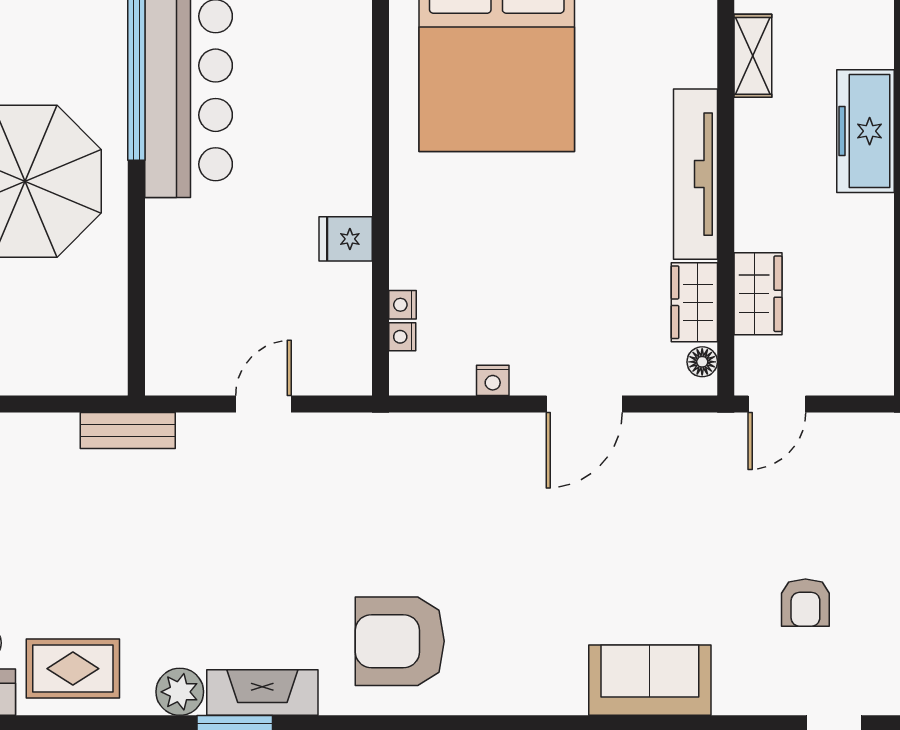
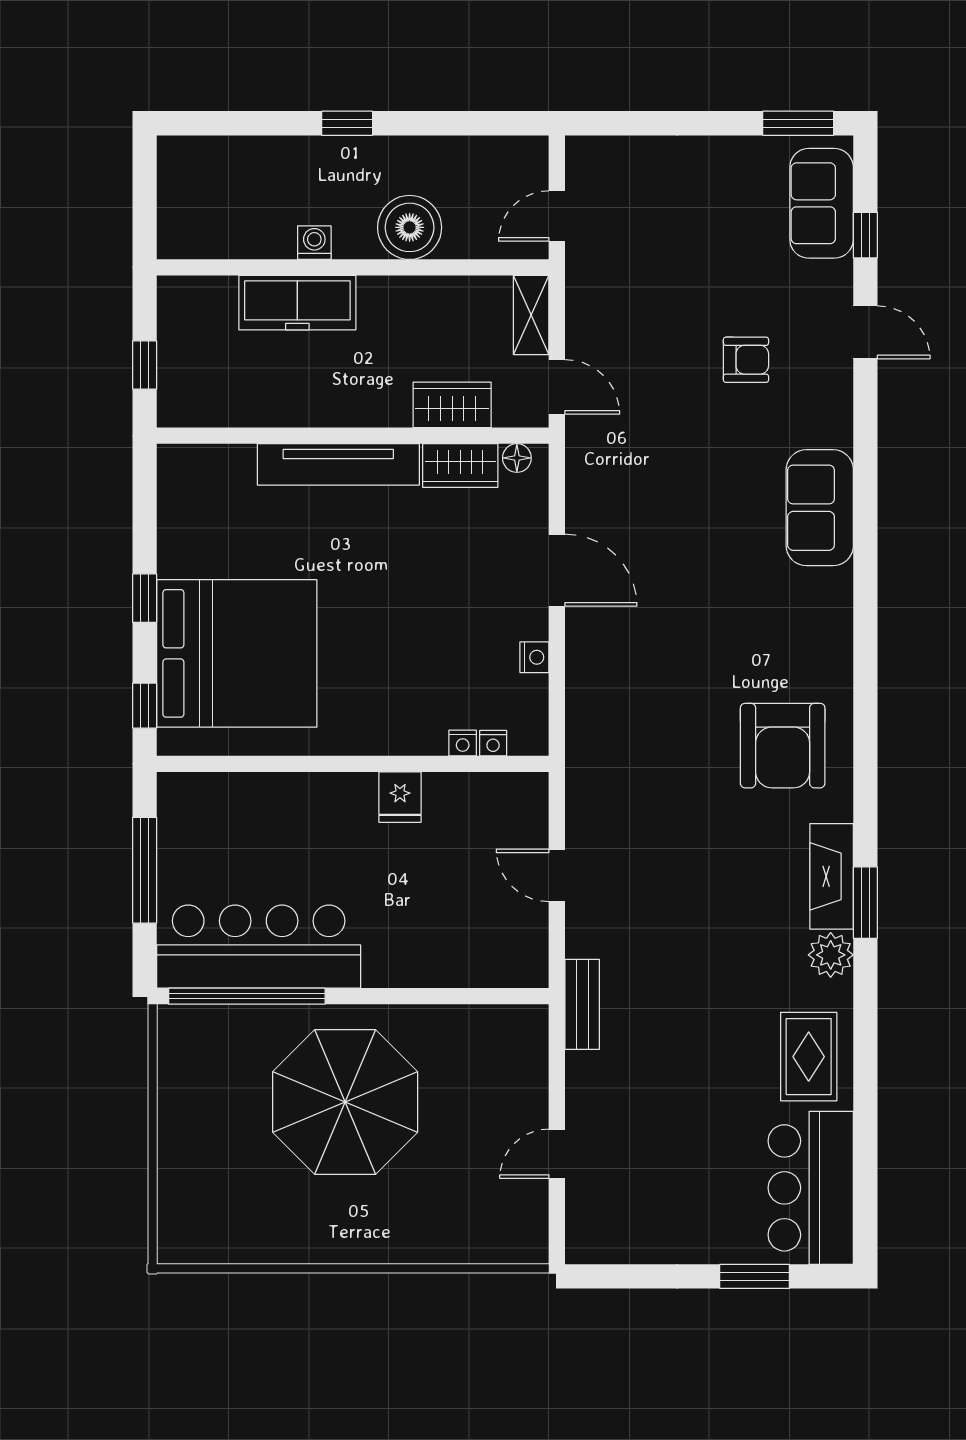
shelving: (753, 56) -> (531, 315), moved, turned 90

